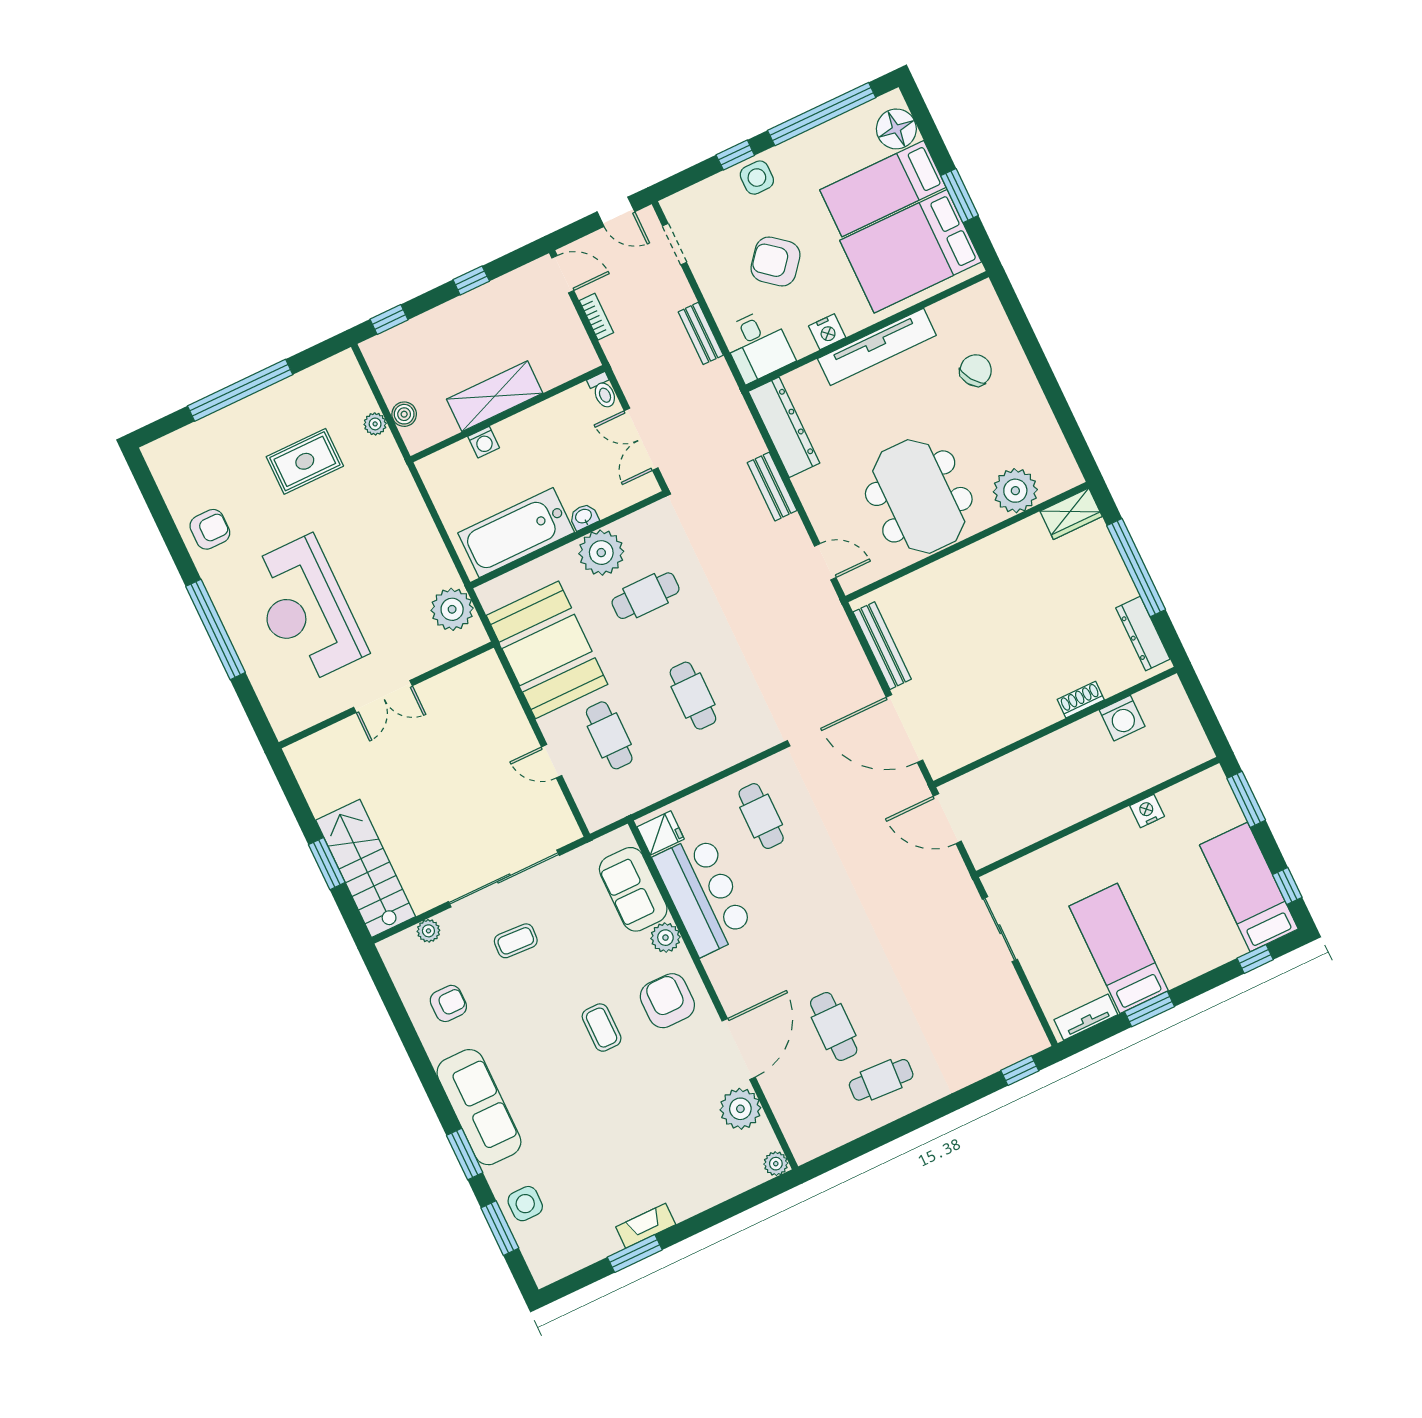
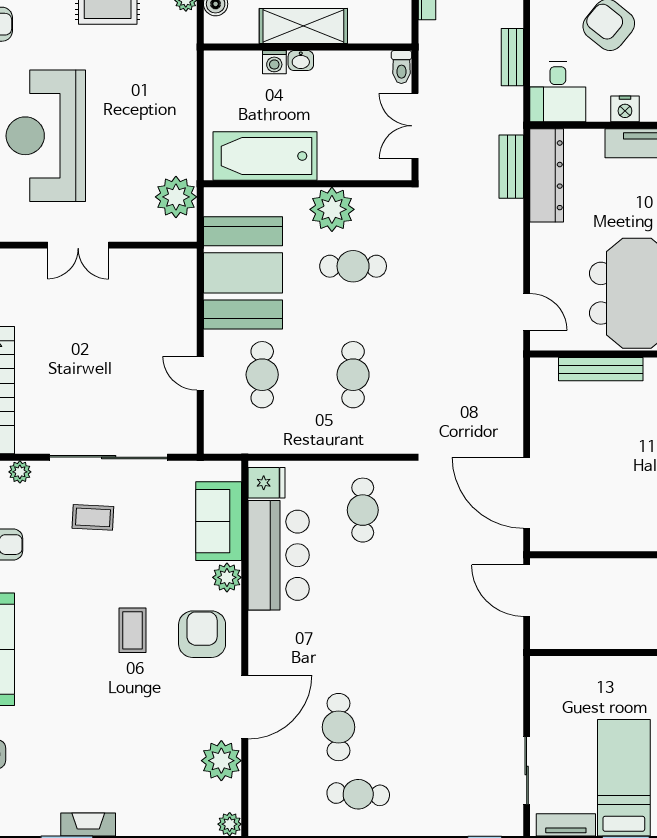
bench: (772, 487) -> (511, 167), moved
washbasin: (584, 517) -> (301, 61), moved, turned 180
bench: (882, 646) -> (601, 369), moved, turned 90
sliding door: (1000, 929) -> (527, 771), moved

